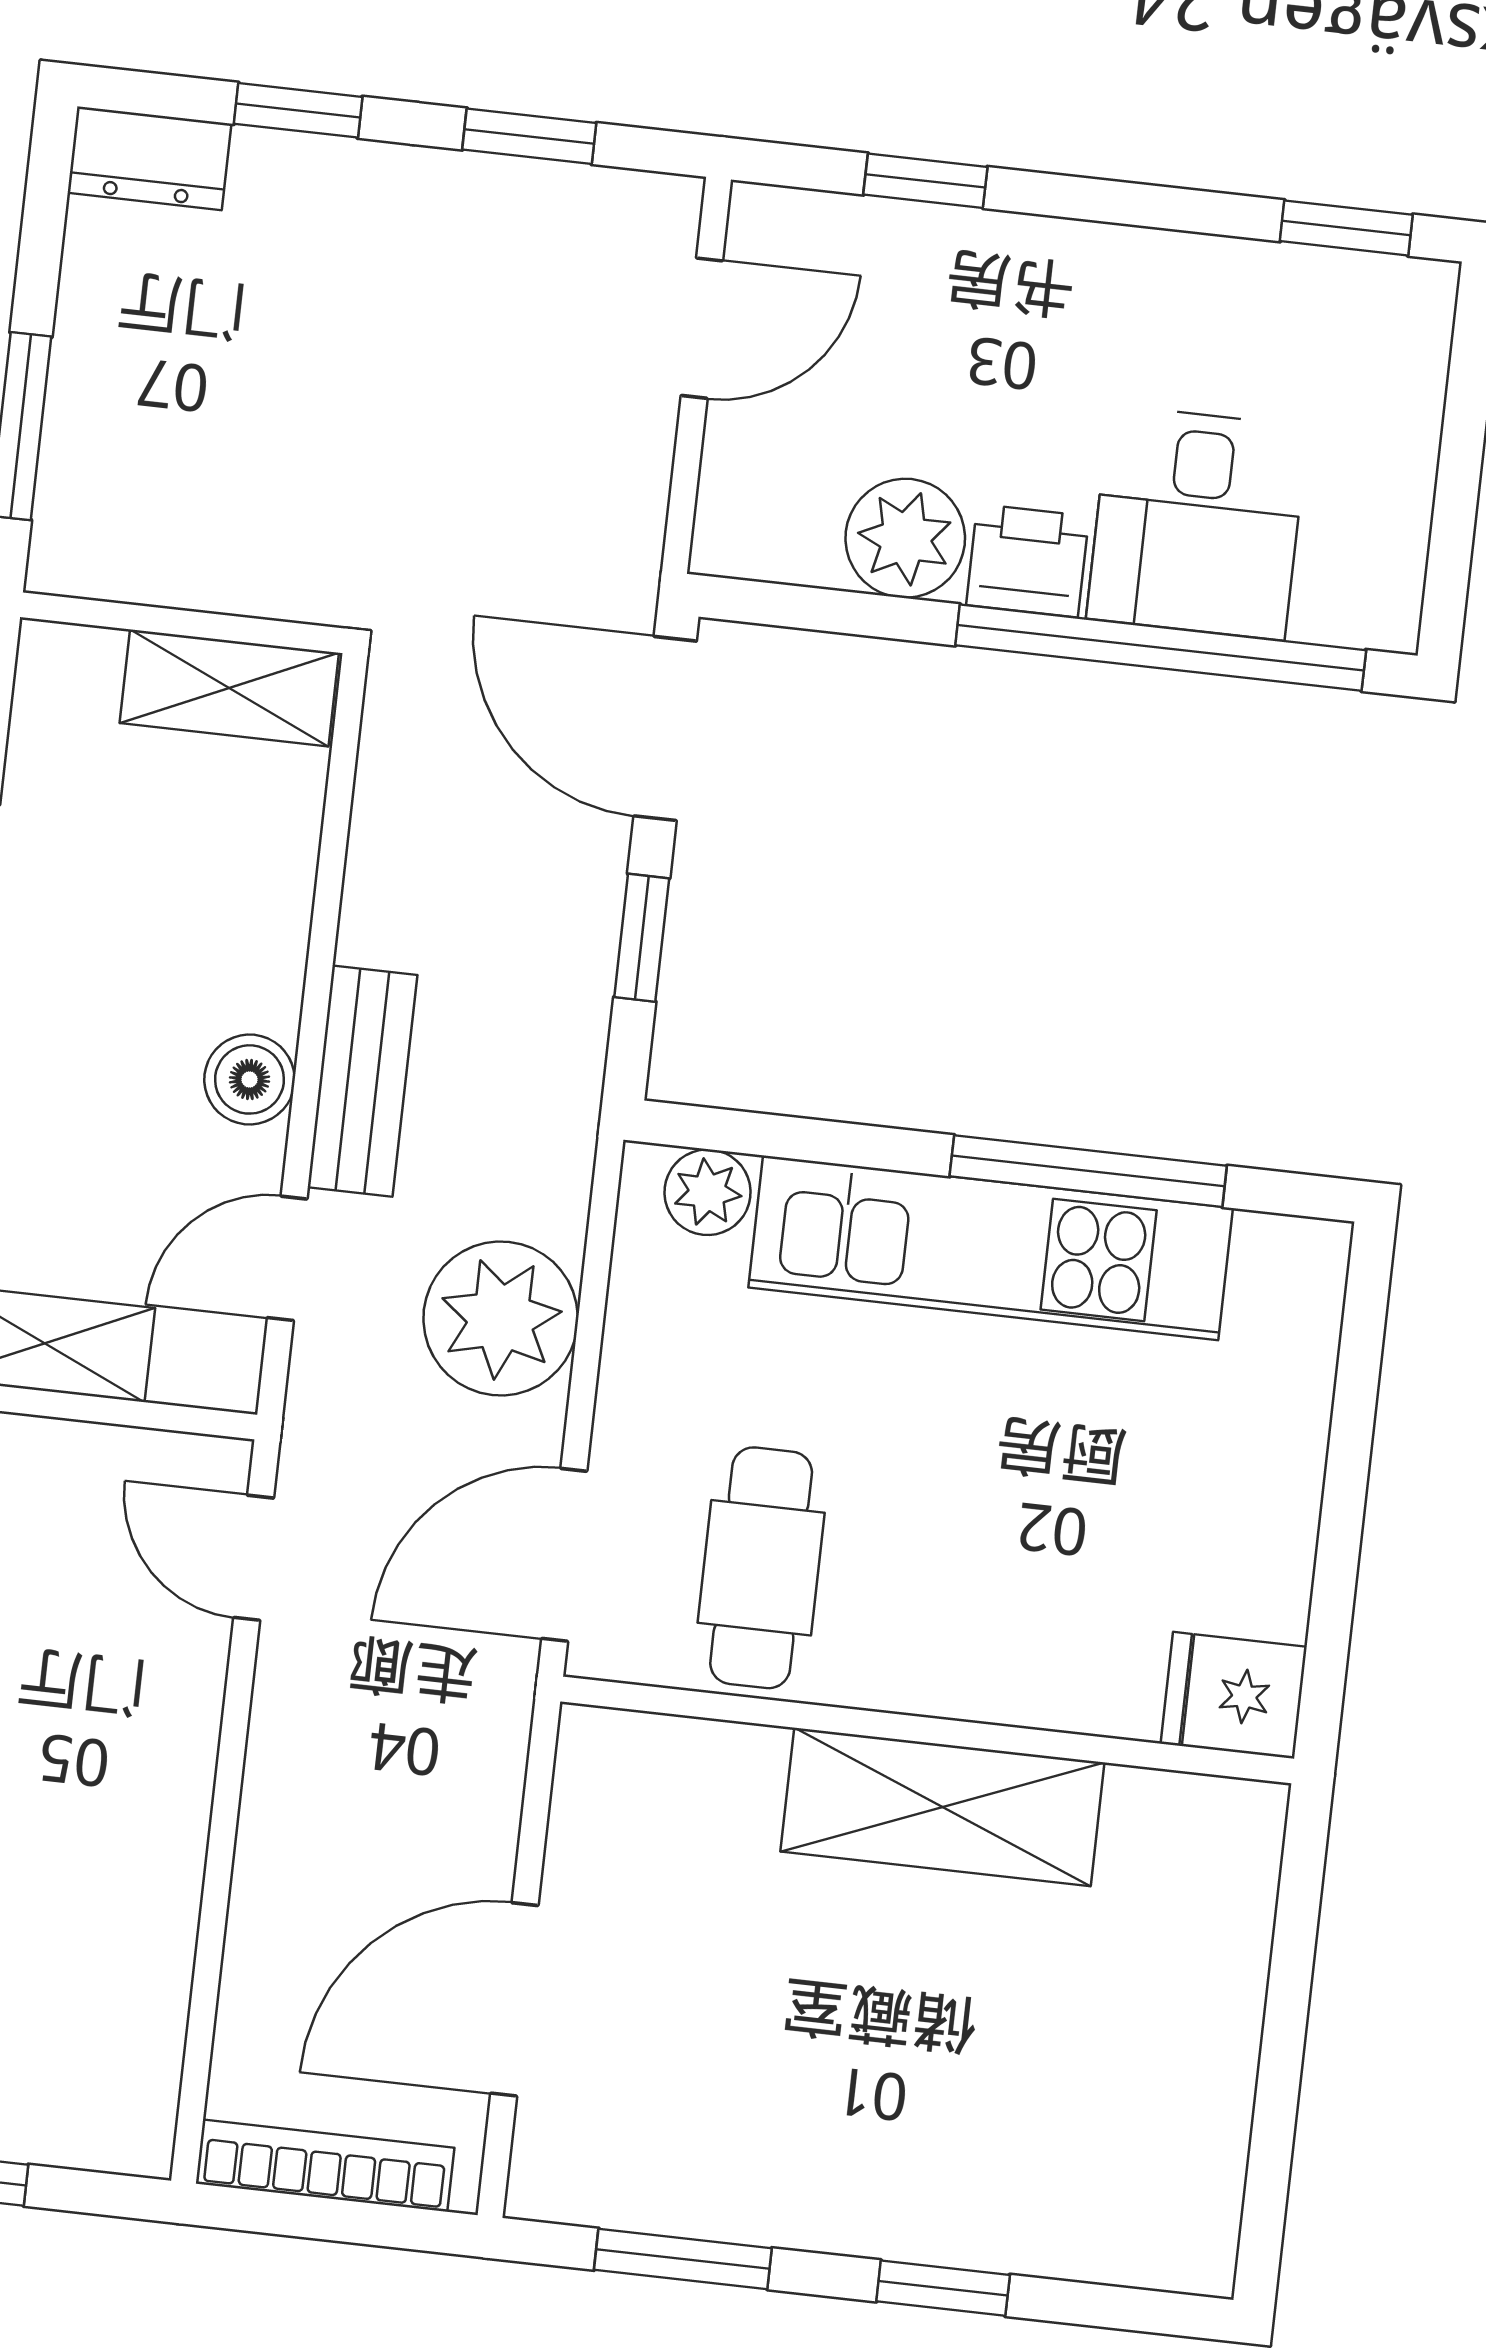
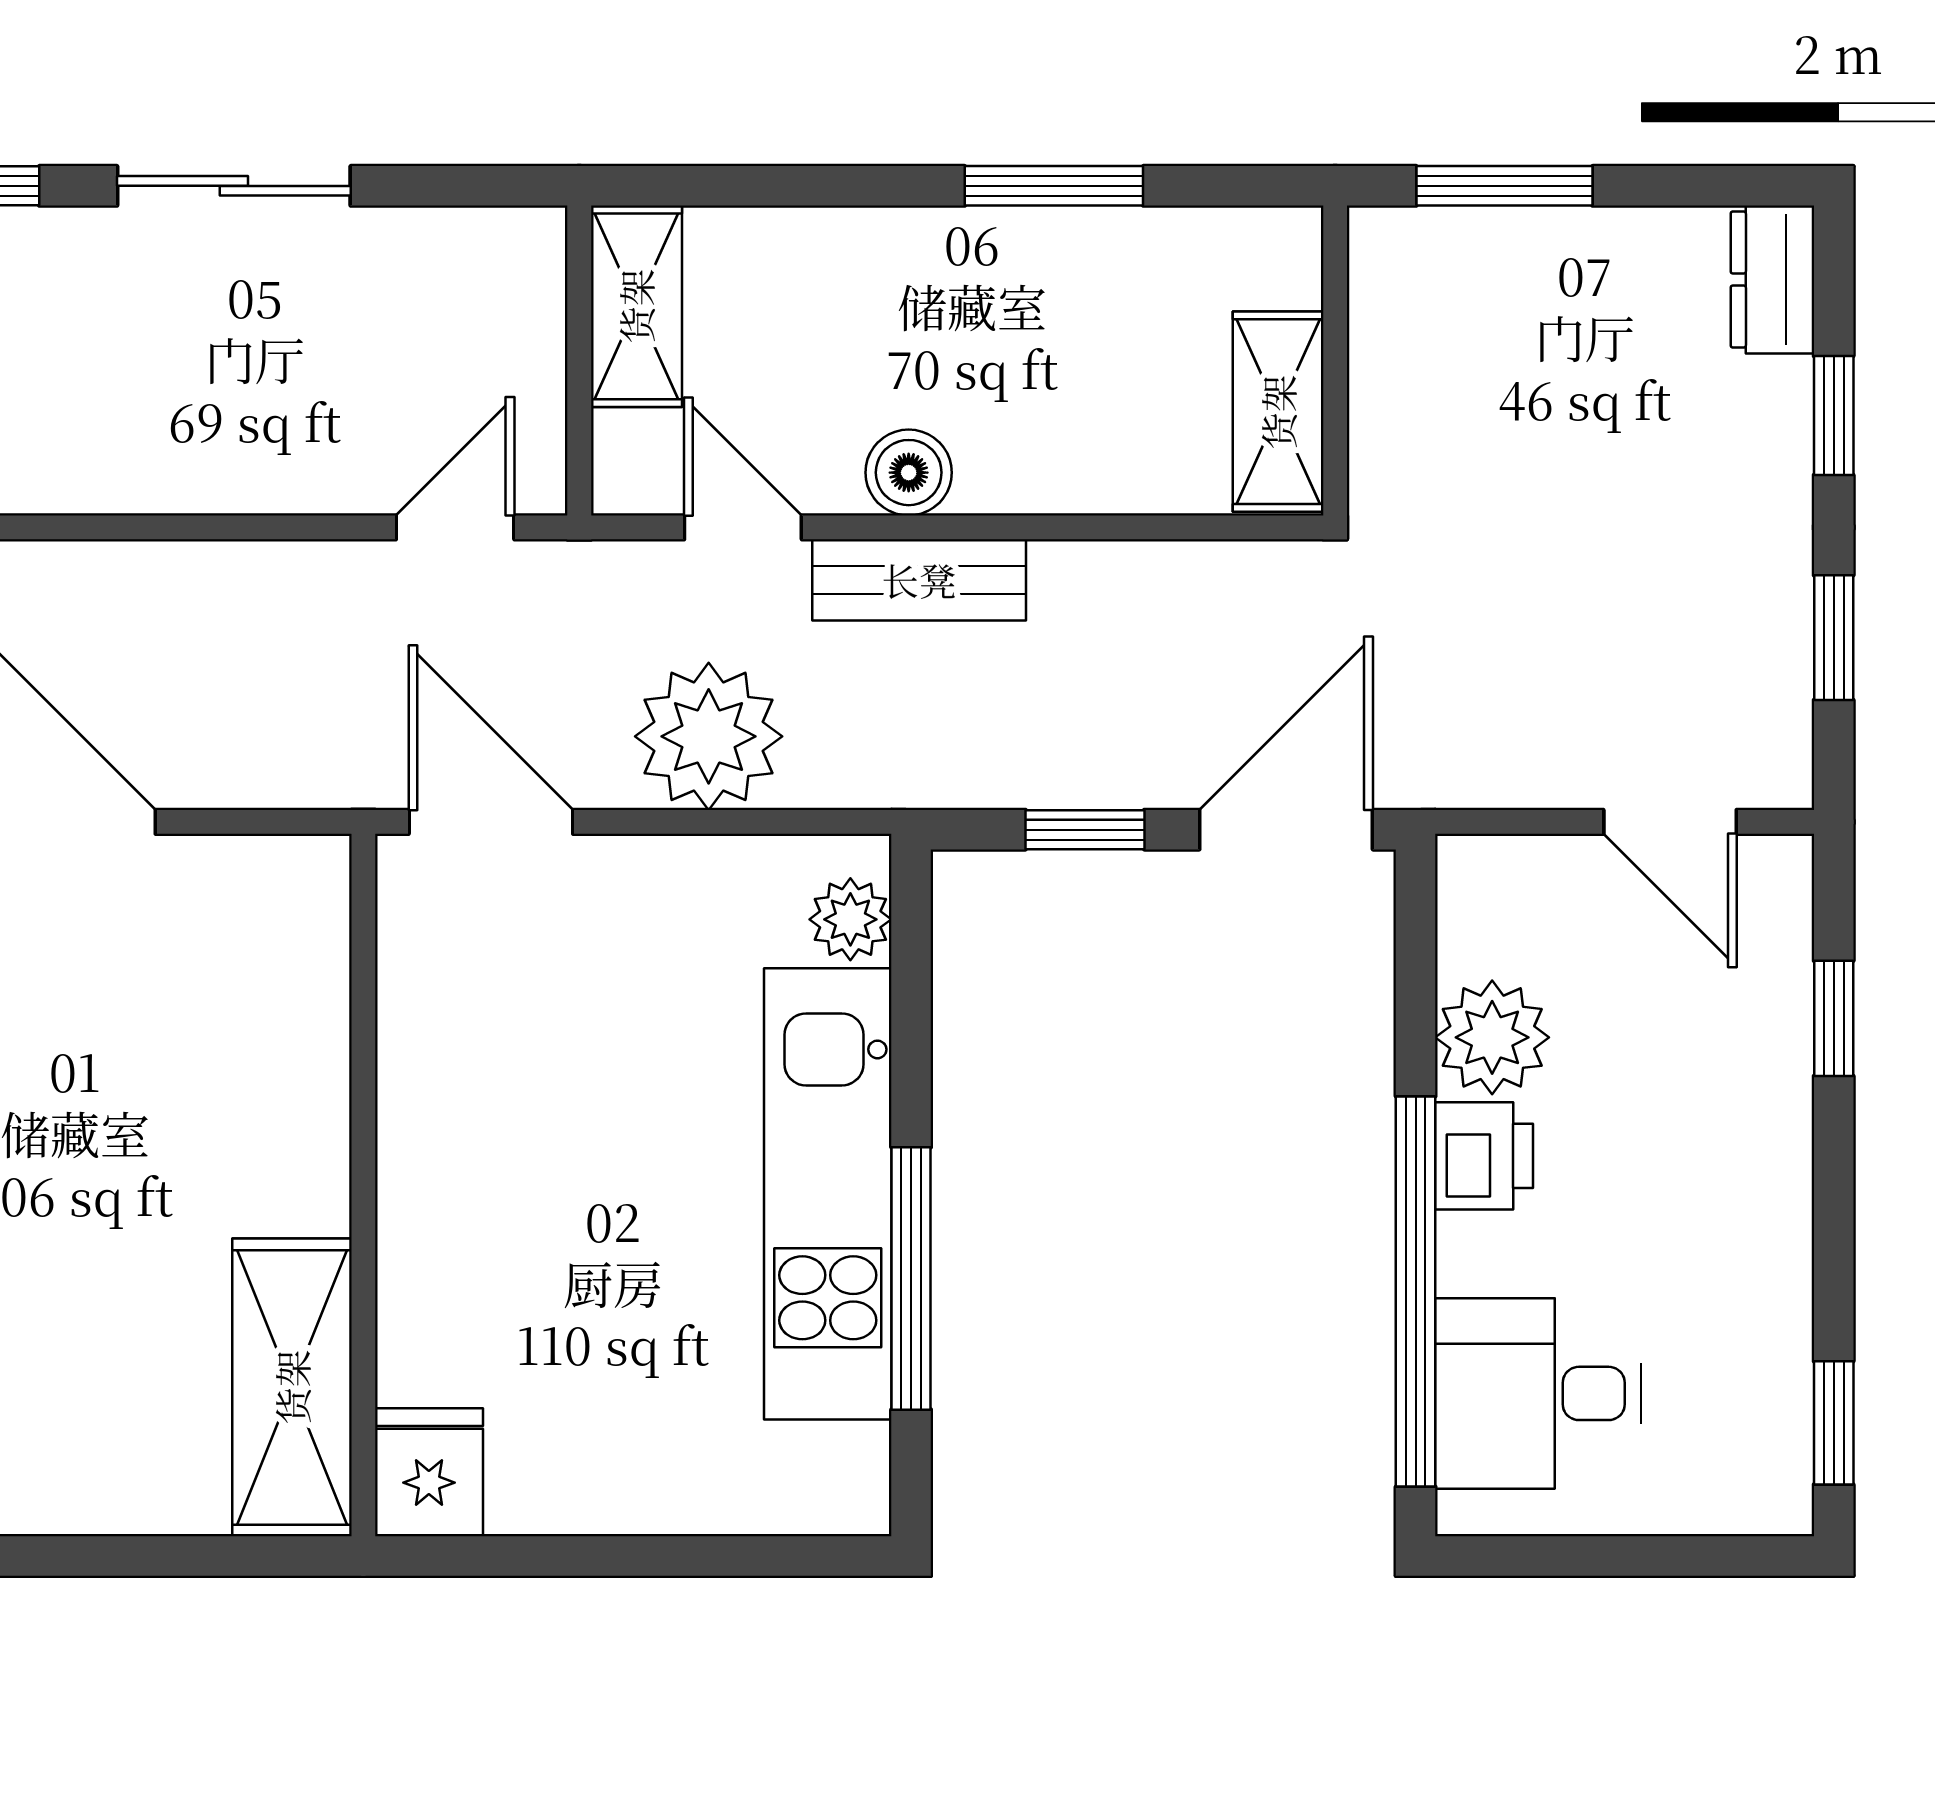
desk: (1197, 523) -> (1538, 1393), moved
cafe table: (761, 1568) -> (500, 1010), removed
shelving: (942, 1807) -> (292, 1387), moved

